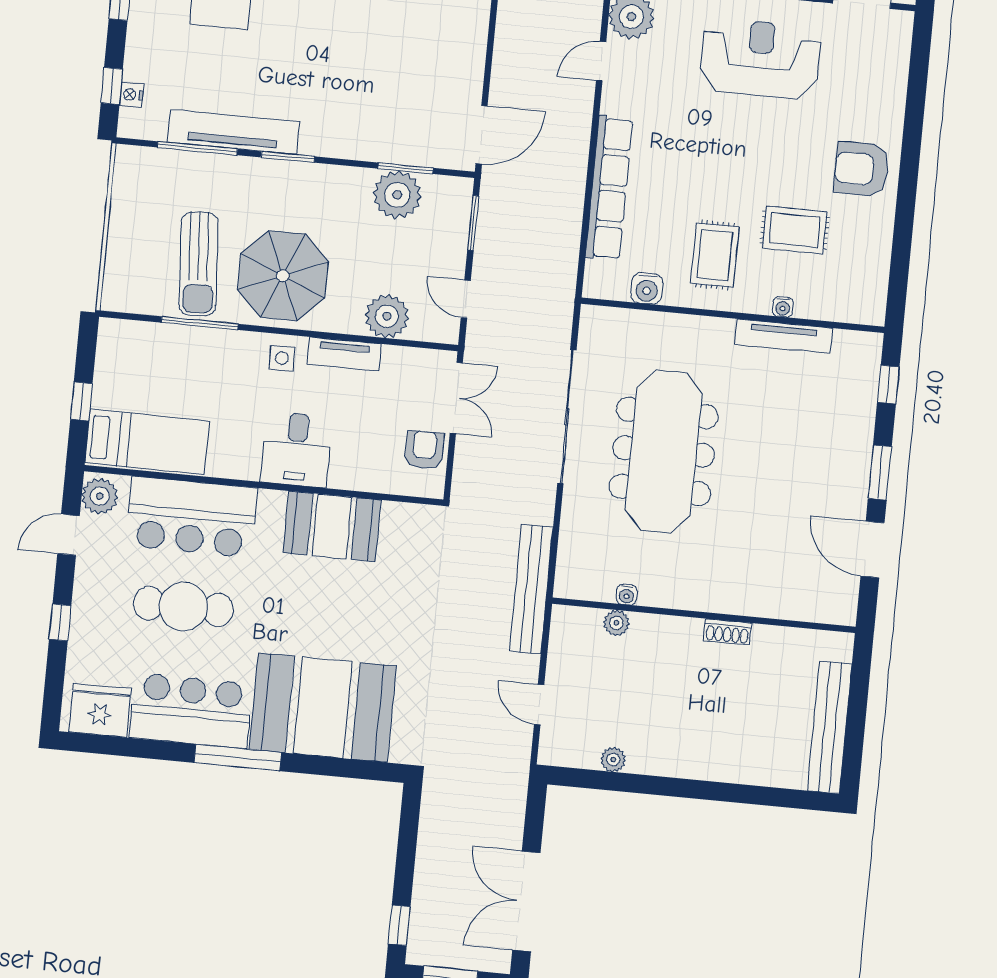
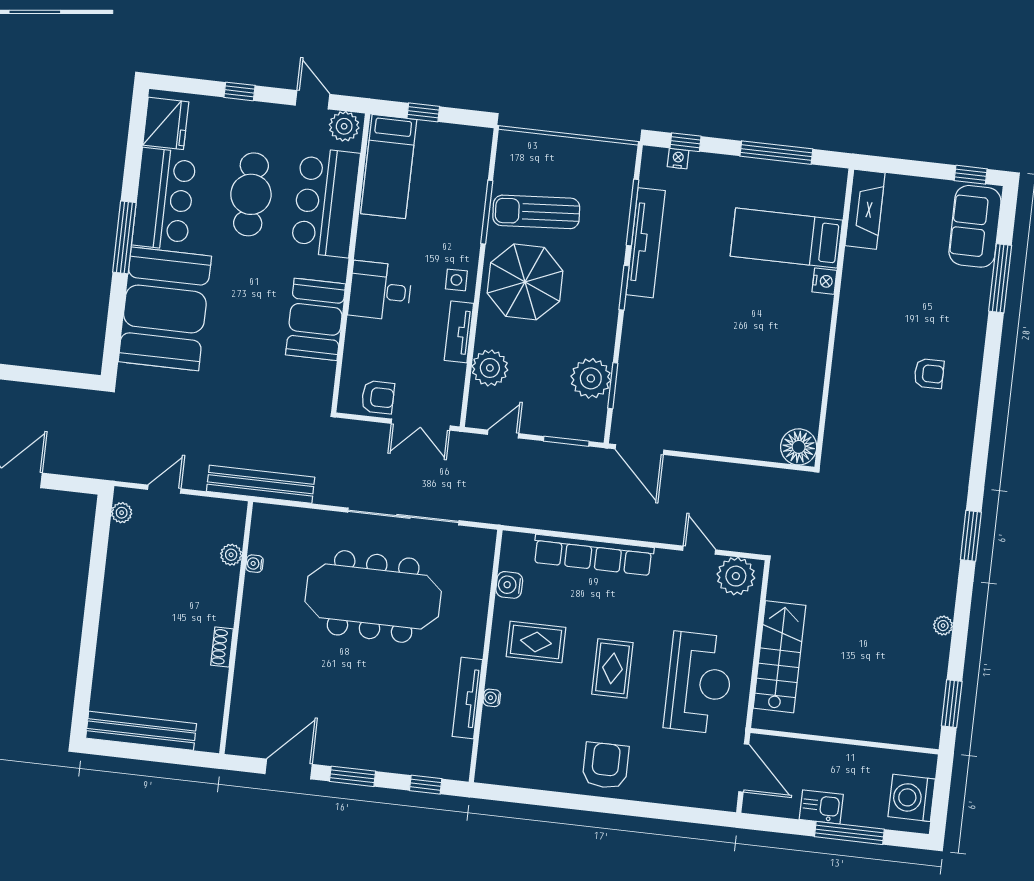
rug: (795, 230) -> (612, 668), moved
plant: (613, 760) -> (122, 513), moved

